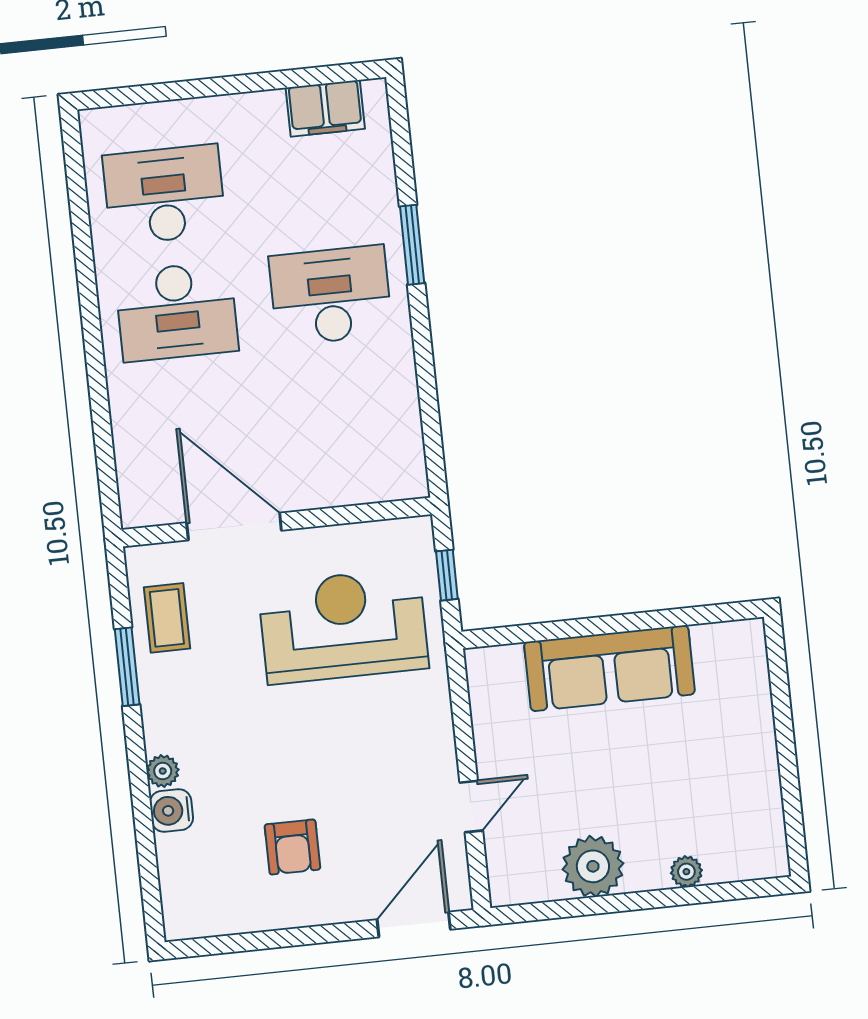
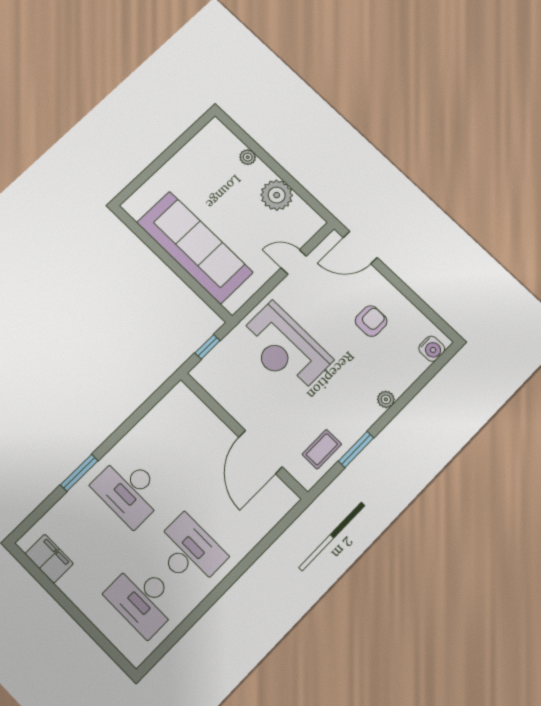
reception desk: (343, 626) -> (284, 348), moved
sofa: (609, 668) -> (195, 247), width x1.36, depth x1.27
water cooler: (171, 810) -> (432, 349), moved

